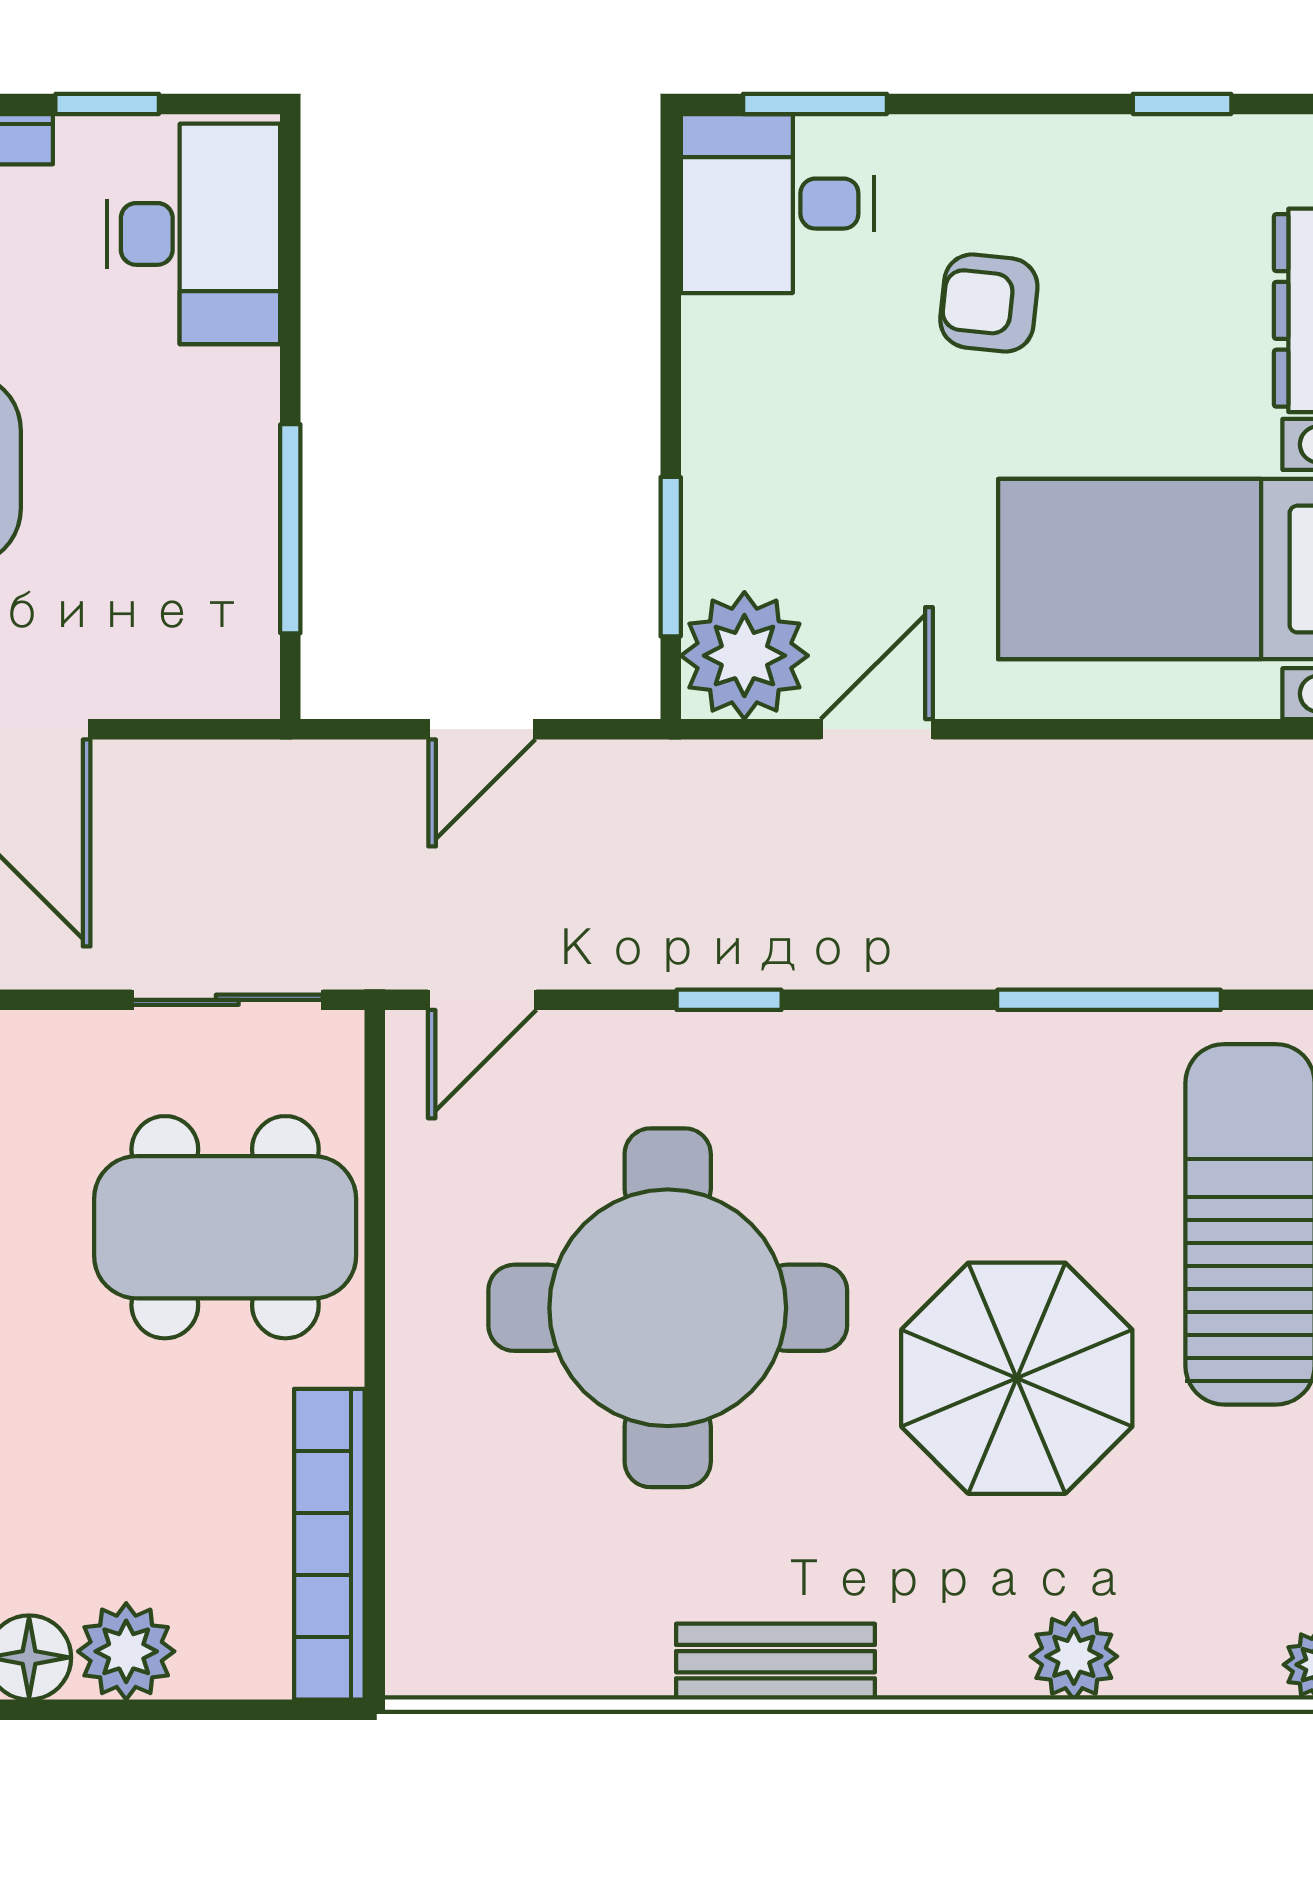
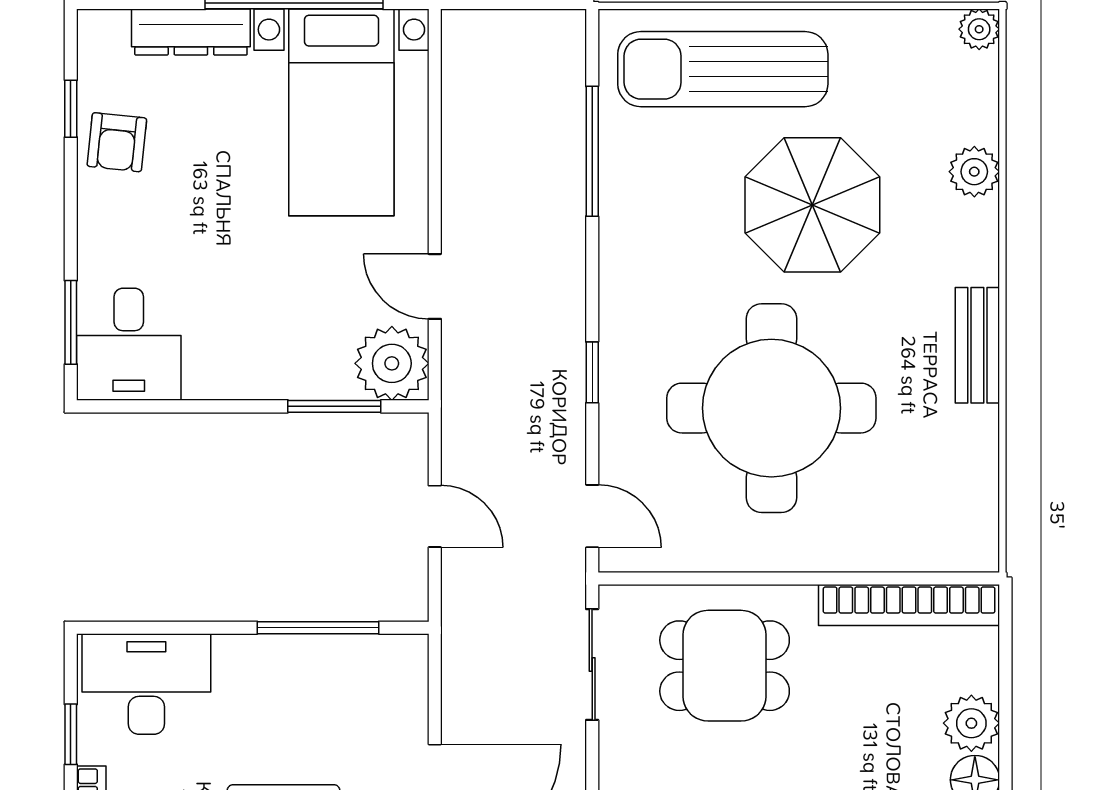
armchair: (989, 303) -> (117, 142), moved
dining table: (225, 1227) -> (725, 666), width x0.73

